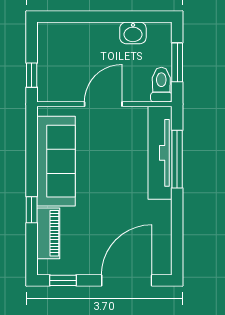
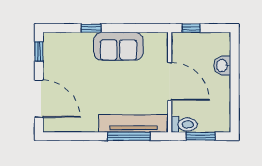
washbasin: (133, 33) -> (222, 65), moved
door: (103, 104) -> (170, 81), width x1.36
sofa: (56, 161) -> (118, 46), width x0.73
piano: (48, 233) -> (74, 40), removed

